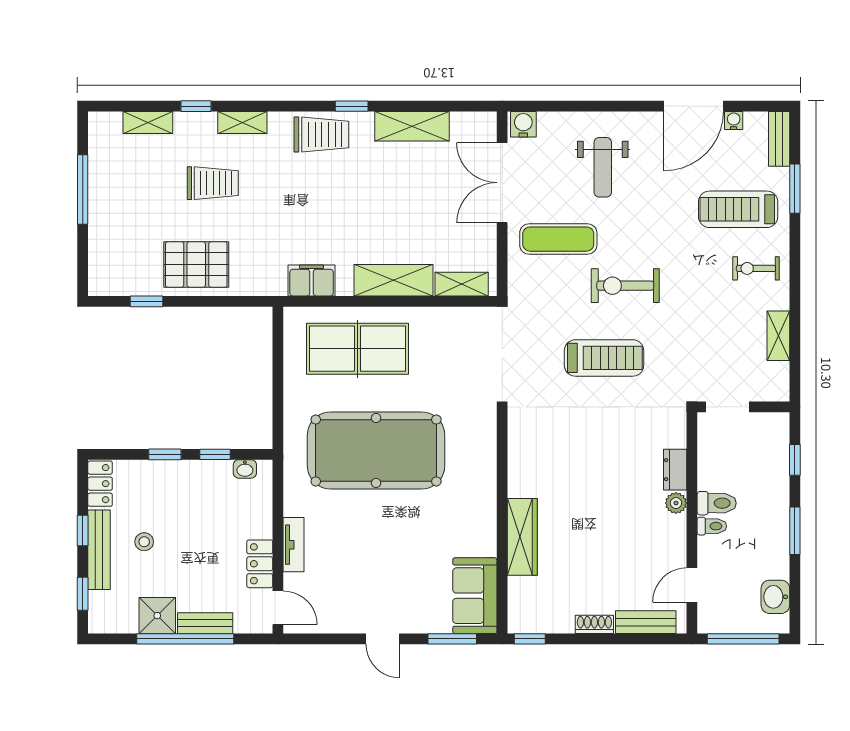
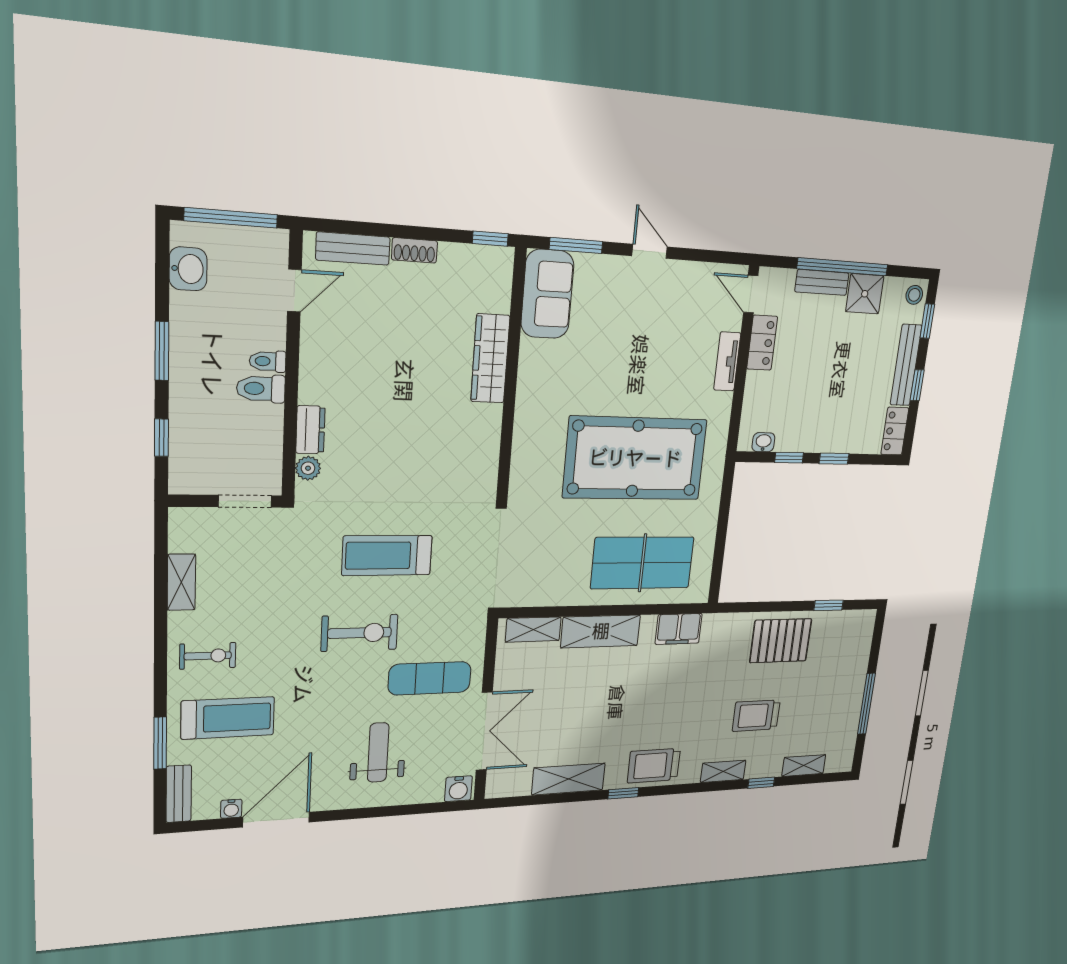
plant: (676, 503) -> (308, 468), moved
stool: (144, 542) -> (914, 295), moved

